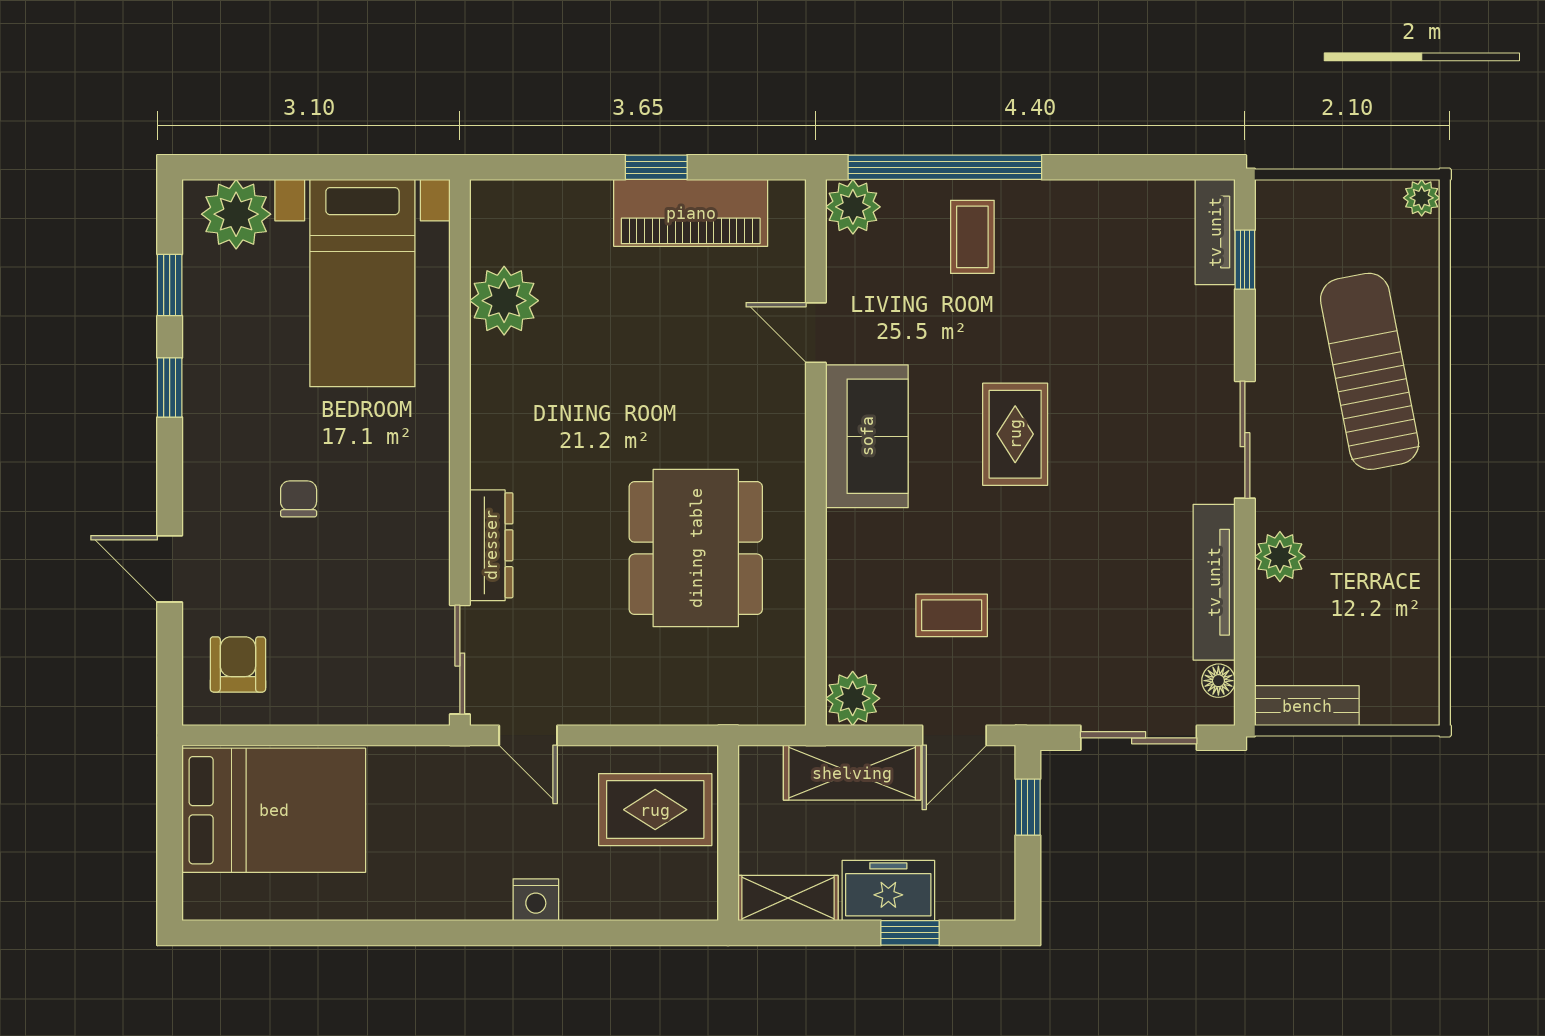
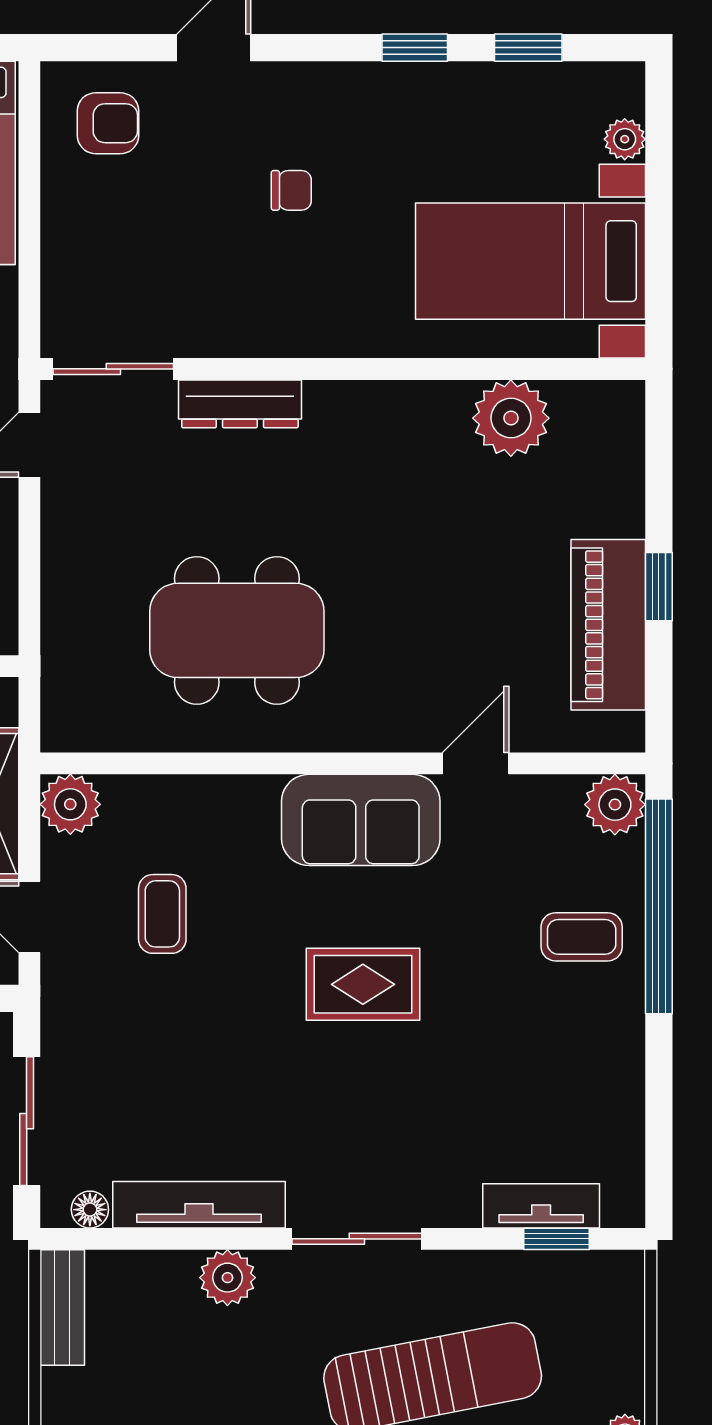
plant: (236, 214) -> (625, 139), width x0.53, depth x0.53
tv unit: (1215, 232) -> (541, 1206), moved

